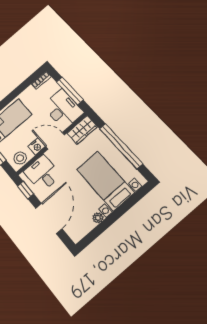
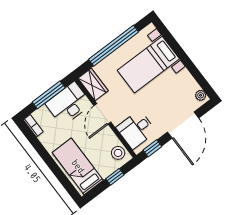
nightstand: (37, 146) -> (107, 134), removed
door: (49, 218) -> (183, 125), swing flipped
plant: (98, 218) -> (201, 95), moved

